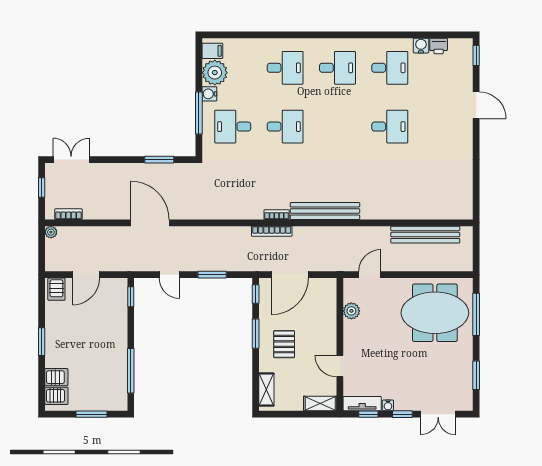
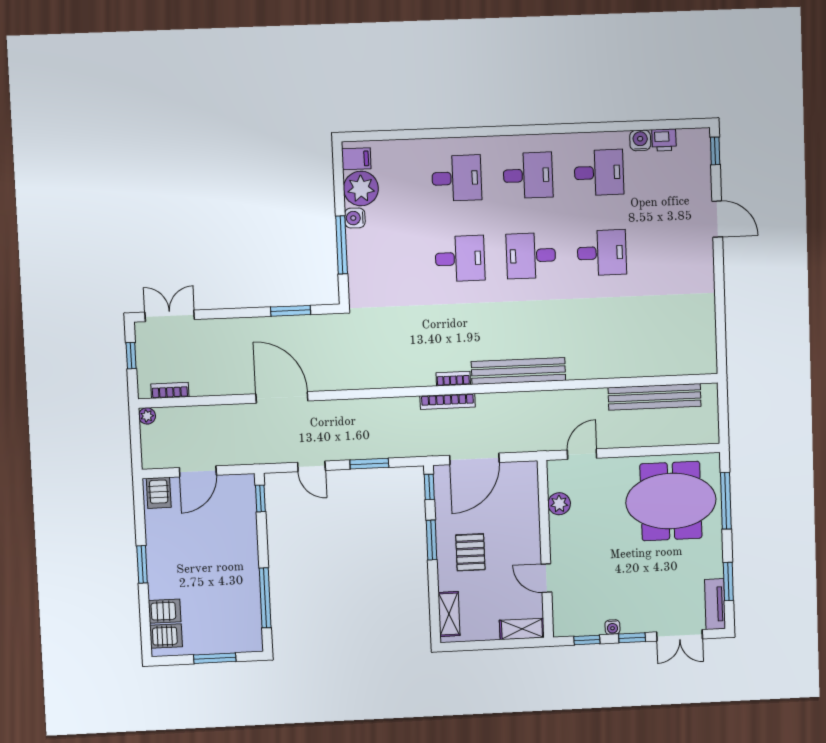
desk: (233, 127) -> (531, 256), moved
tv unit: (362, 404) -> (715, 604), moved, turned -90

